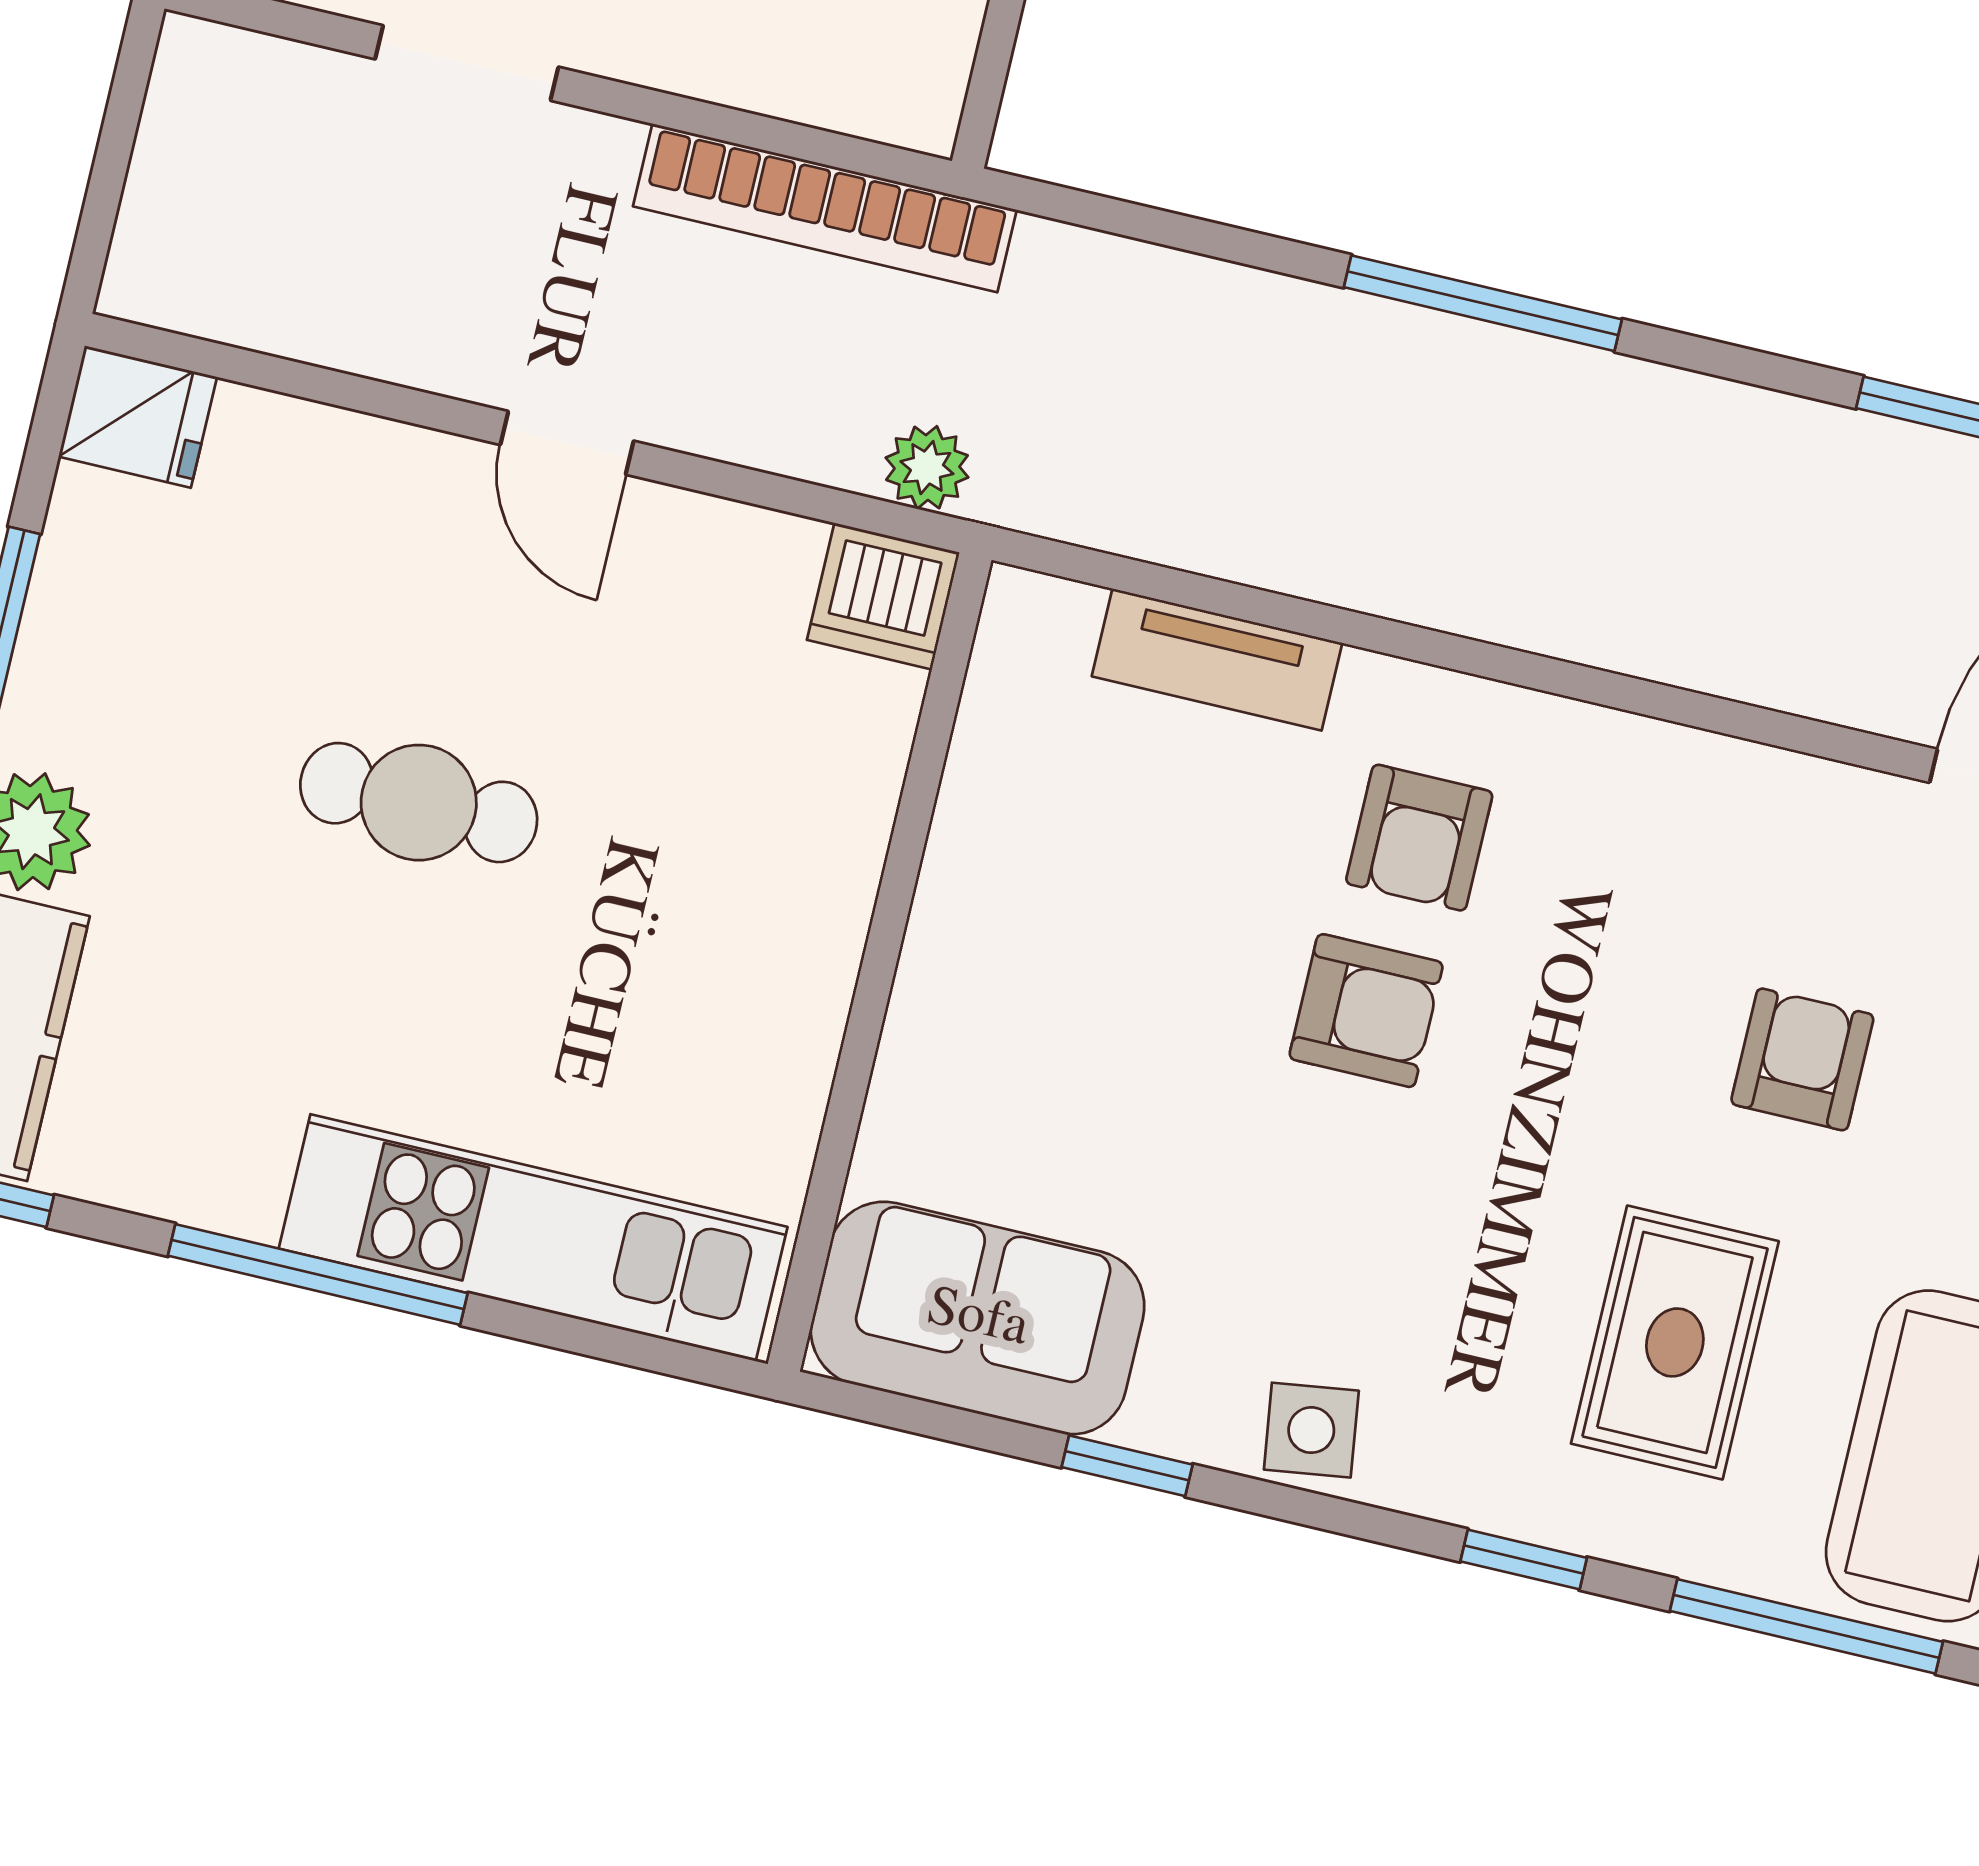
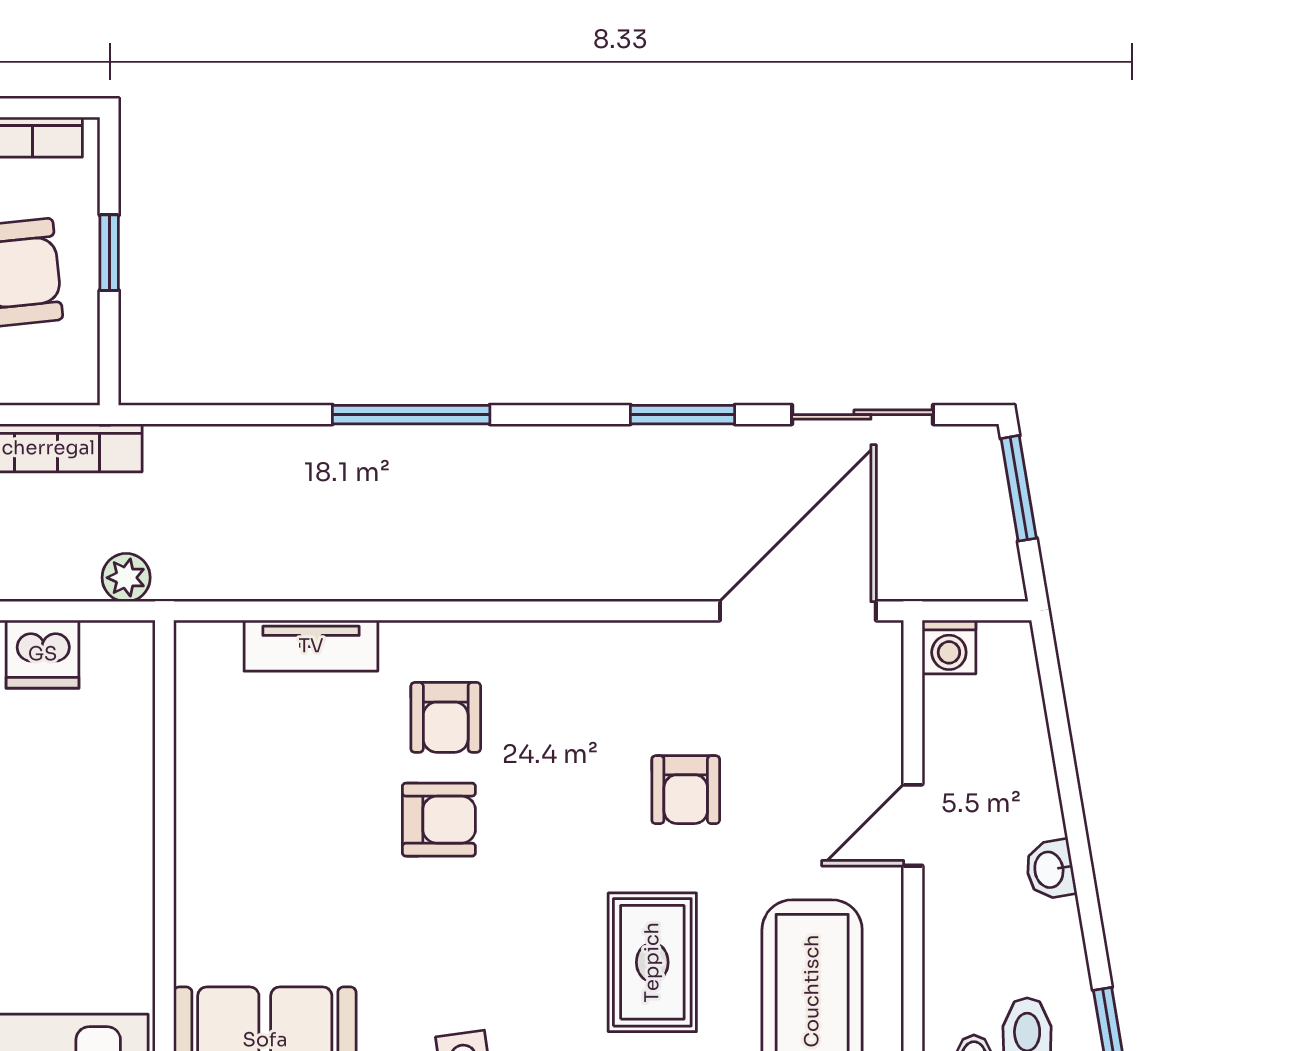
dishwasher: (883, 596) -> (43, 654), moved
armchair: (1802, 1059) -> (686, 790), turned 180

